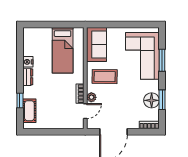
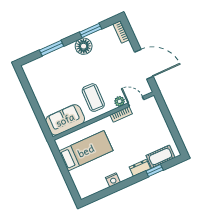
corner sofa: (142, 56) -> (56, 70), removed
dresser: (28, 77) -> (140, 168), moved
floor lamp: (152, 100) -> (84, 46), moved

